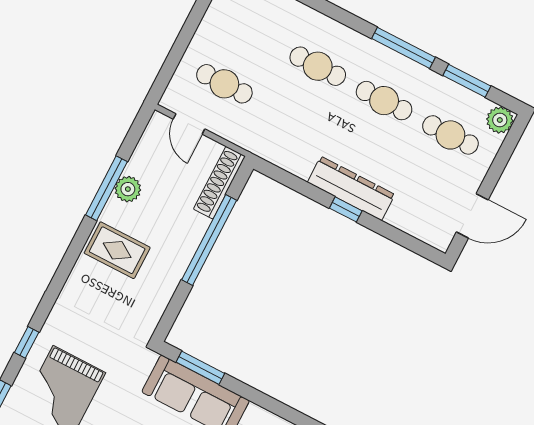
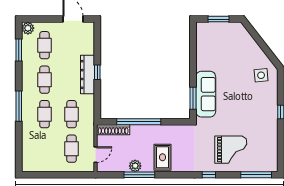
window: (404, 48) -> (19, 106), moved
cafe table: (291, 118) -> (72, 114), added
window: (27, 342) -> (209, 175), moved

